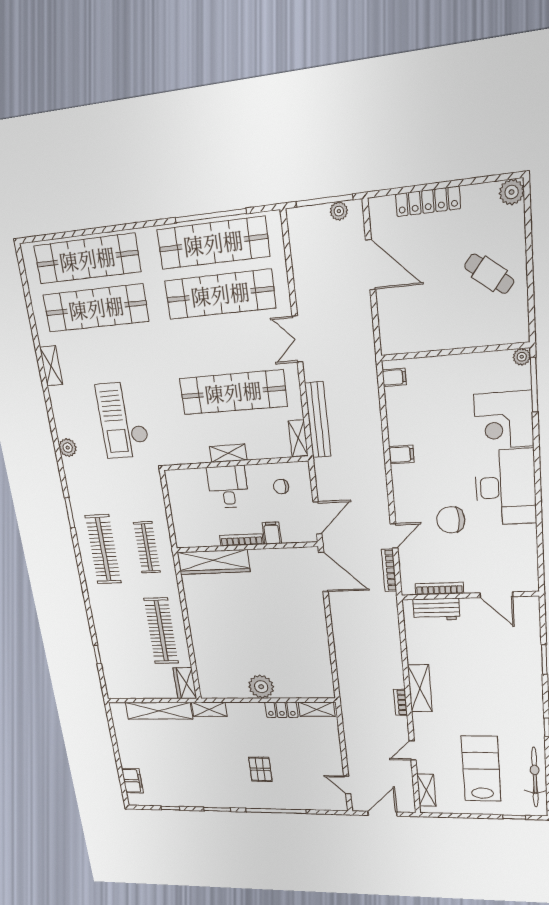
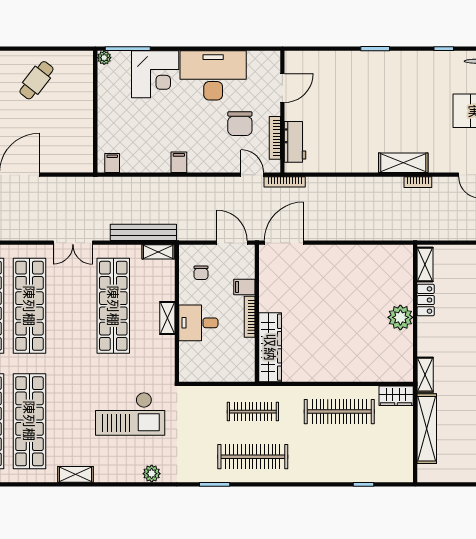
bookcase: (439, 589) -> (275, 138), moved
door: (496, 595) -> (282, 88), moved
wall: (469, 596) -> (282, 112), moved
workbench: (436, 609) -> (295, 142), moved

